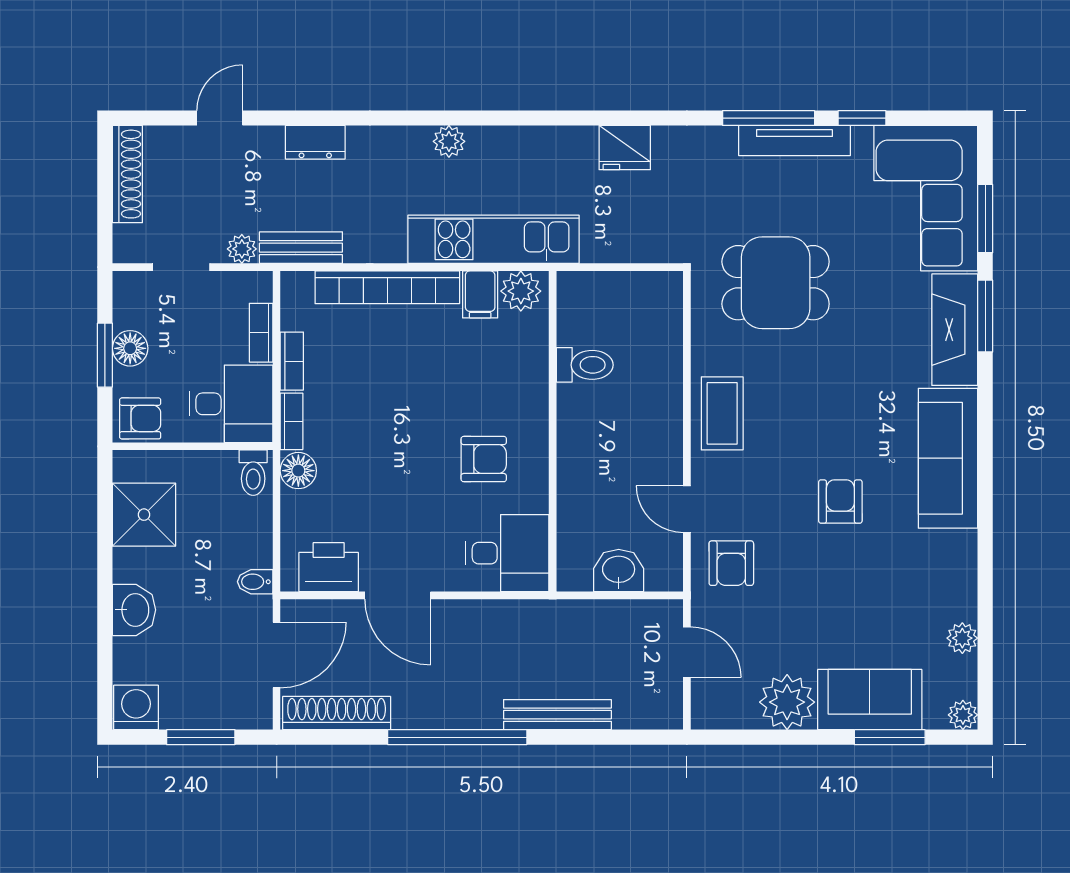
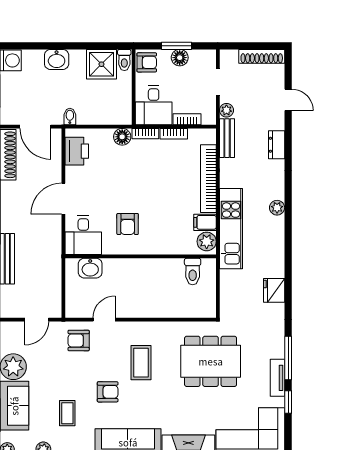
tv unit: (794, 141) -> (277, 378), width x0.71
dining table: (776, 283) -> (211, 361), width x1.37
toilet: (585, 365) -> (193, 272), moved
coffee table: (722, 413) -> (141, 363), moved, turned 90
armchair: (140, 418) -> (147, 62), turned -90
toilet: (253, 473) -> (124, 60), moved, turned -90
washbasin: (619, 571) -> (90, 268), moved, turned 90
coffee table: (886, 587) -> (67, 413), added
door: (398, 595) -> (63, 199), moved

